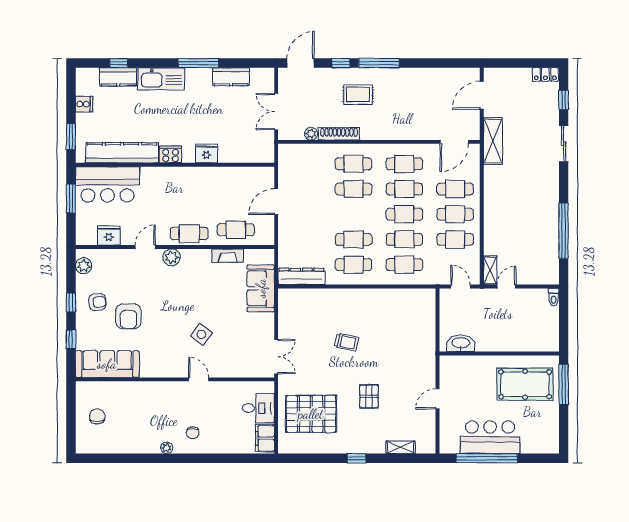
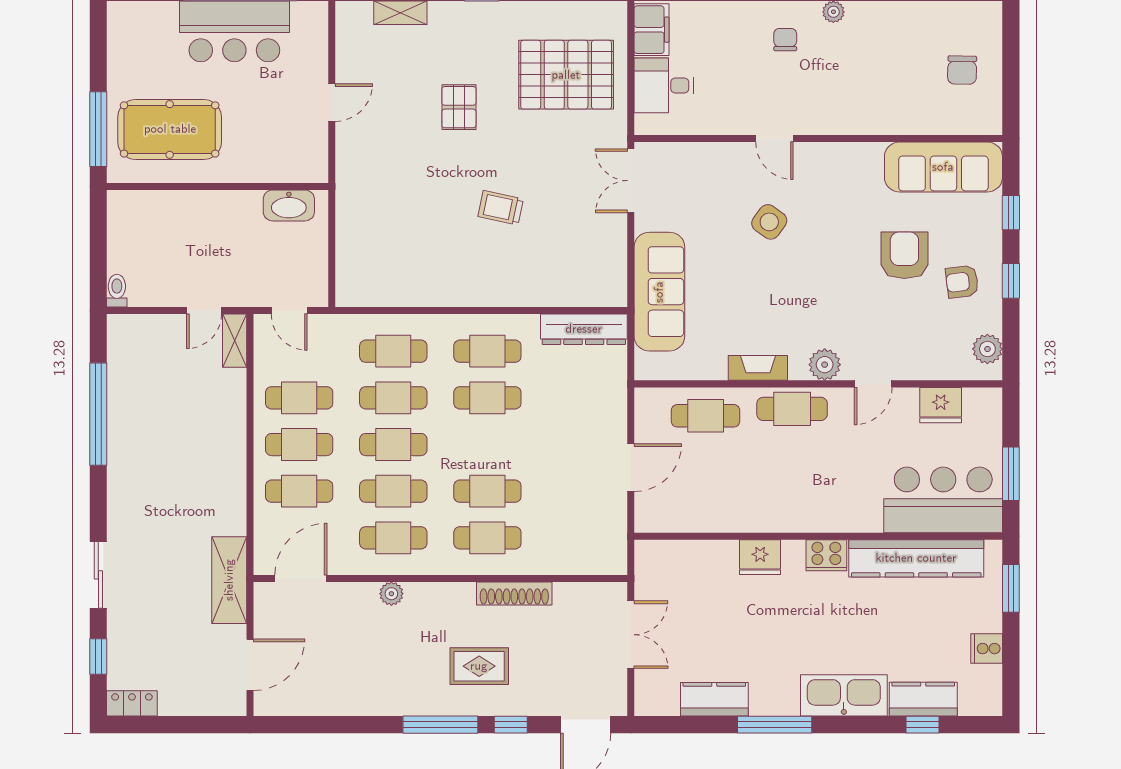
plant: (311, 134) -> (391, 594), moved
fireplace: (228, 256) -> (758, 368), moved
sofa: (261, 288) -> (659, 292), width x1.36

